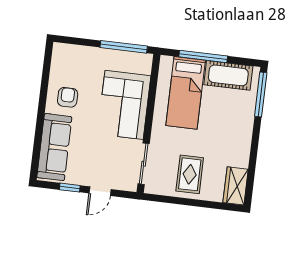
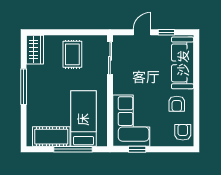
window: (124, 47) -> (137, 149), width x0.46
armchair: (64, 61) -> (183, 132), added
window: (261, 94) -> (24, 87), moved
corner sofa: (124, 105) -> (131, 121), moved

